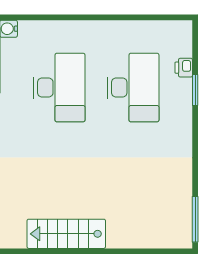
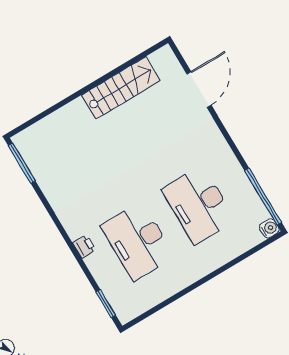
printer: (184, 68) -> (84, 246), moved
window: (195, 90) -> (106, 304), moved

